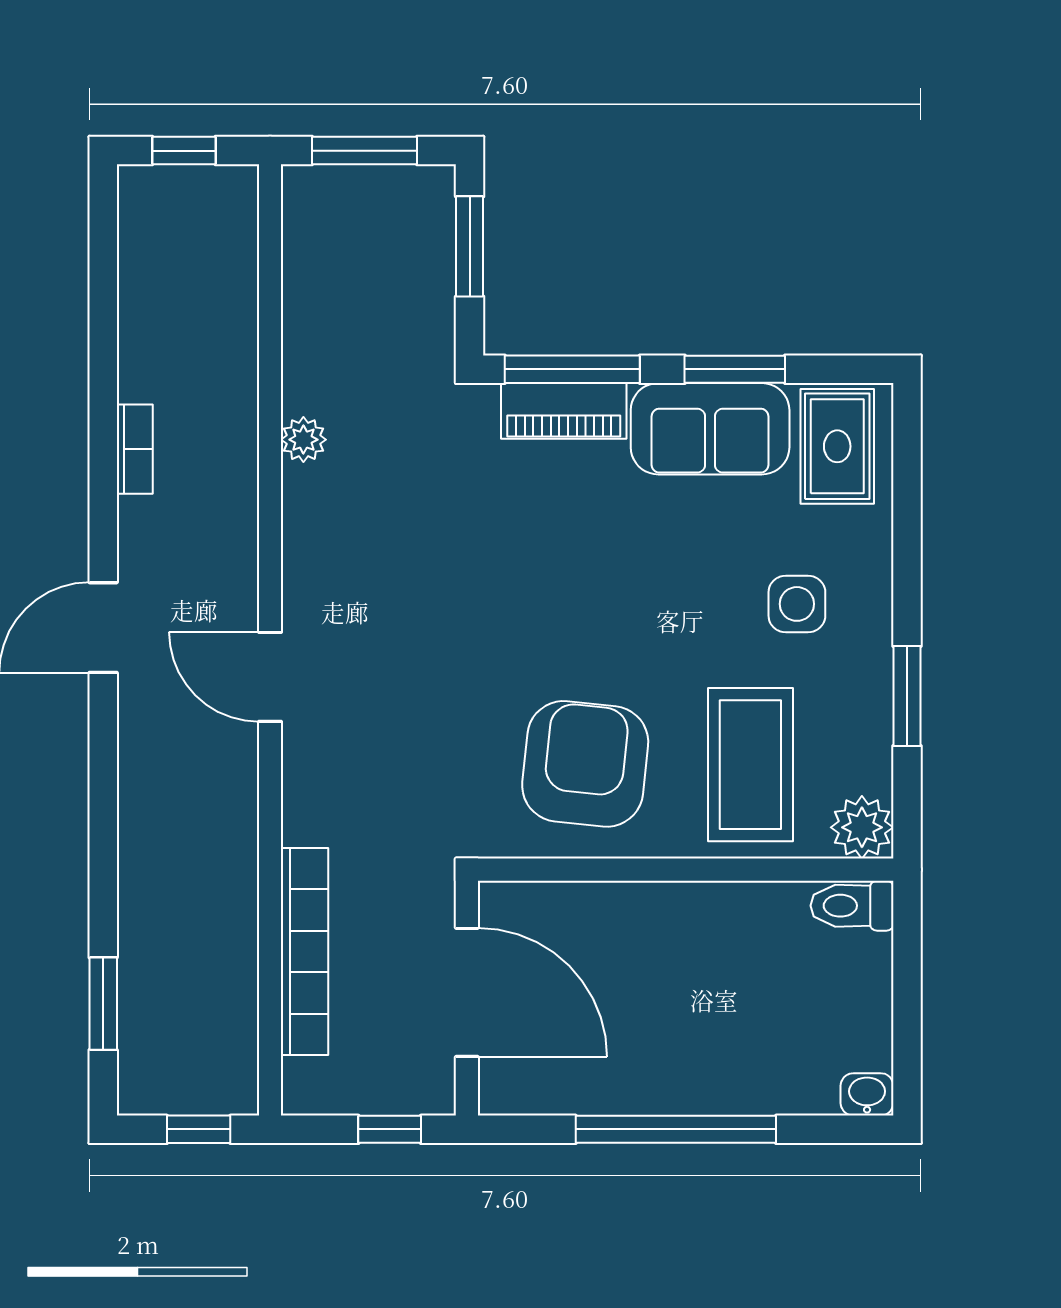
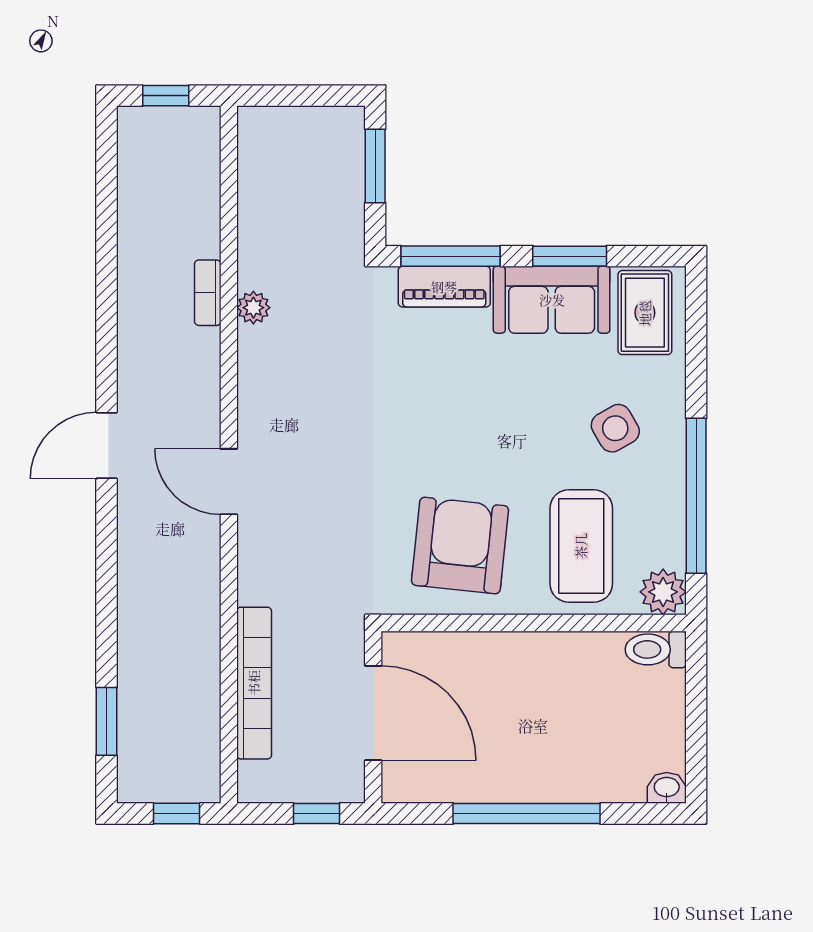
window: (365, 151) -> (298, 96), removed
bookcase: (135, 449) -> (208, 293), moved, turned 180
side table: (797, 604) -> (615, 428), turned -30
window: (907, 696) -> (696, 496), width x2.11

